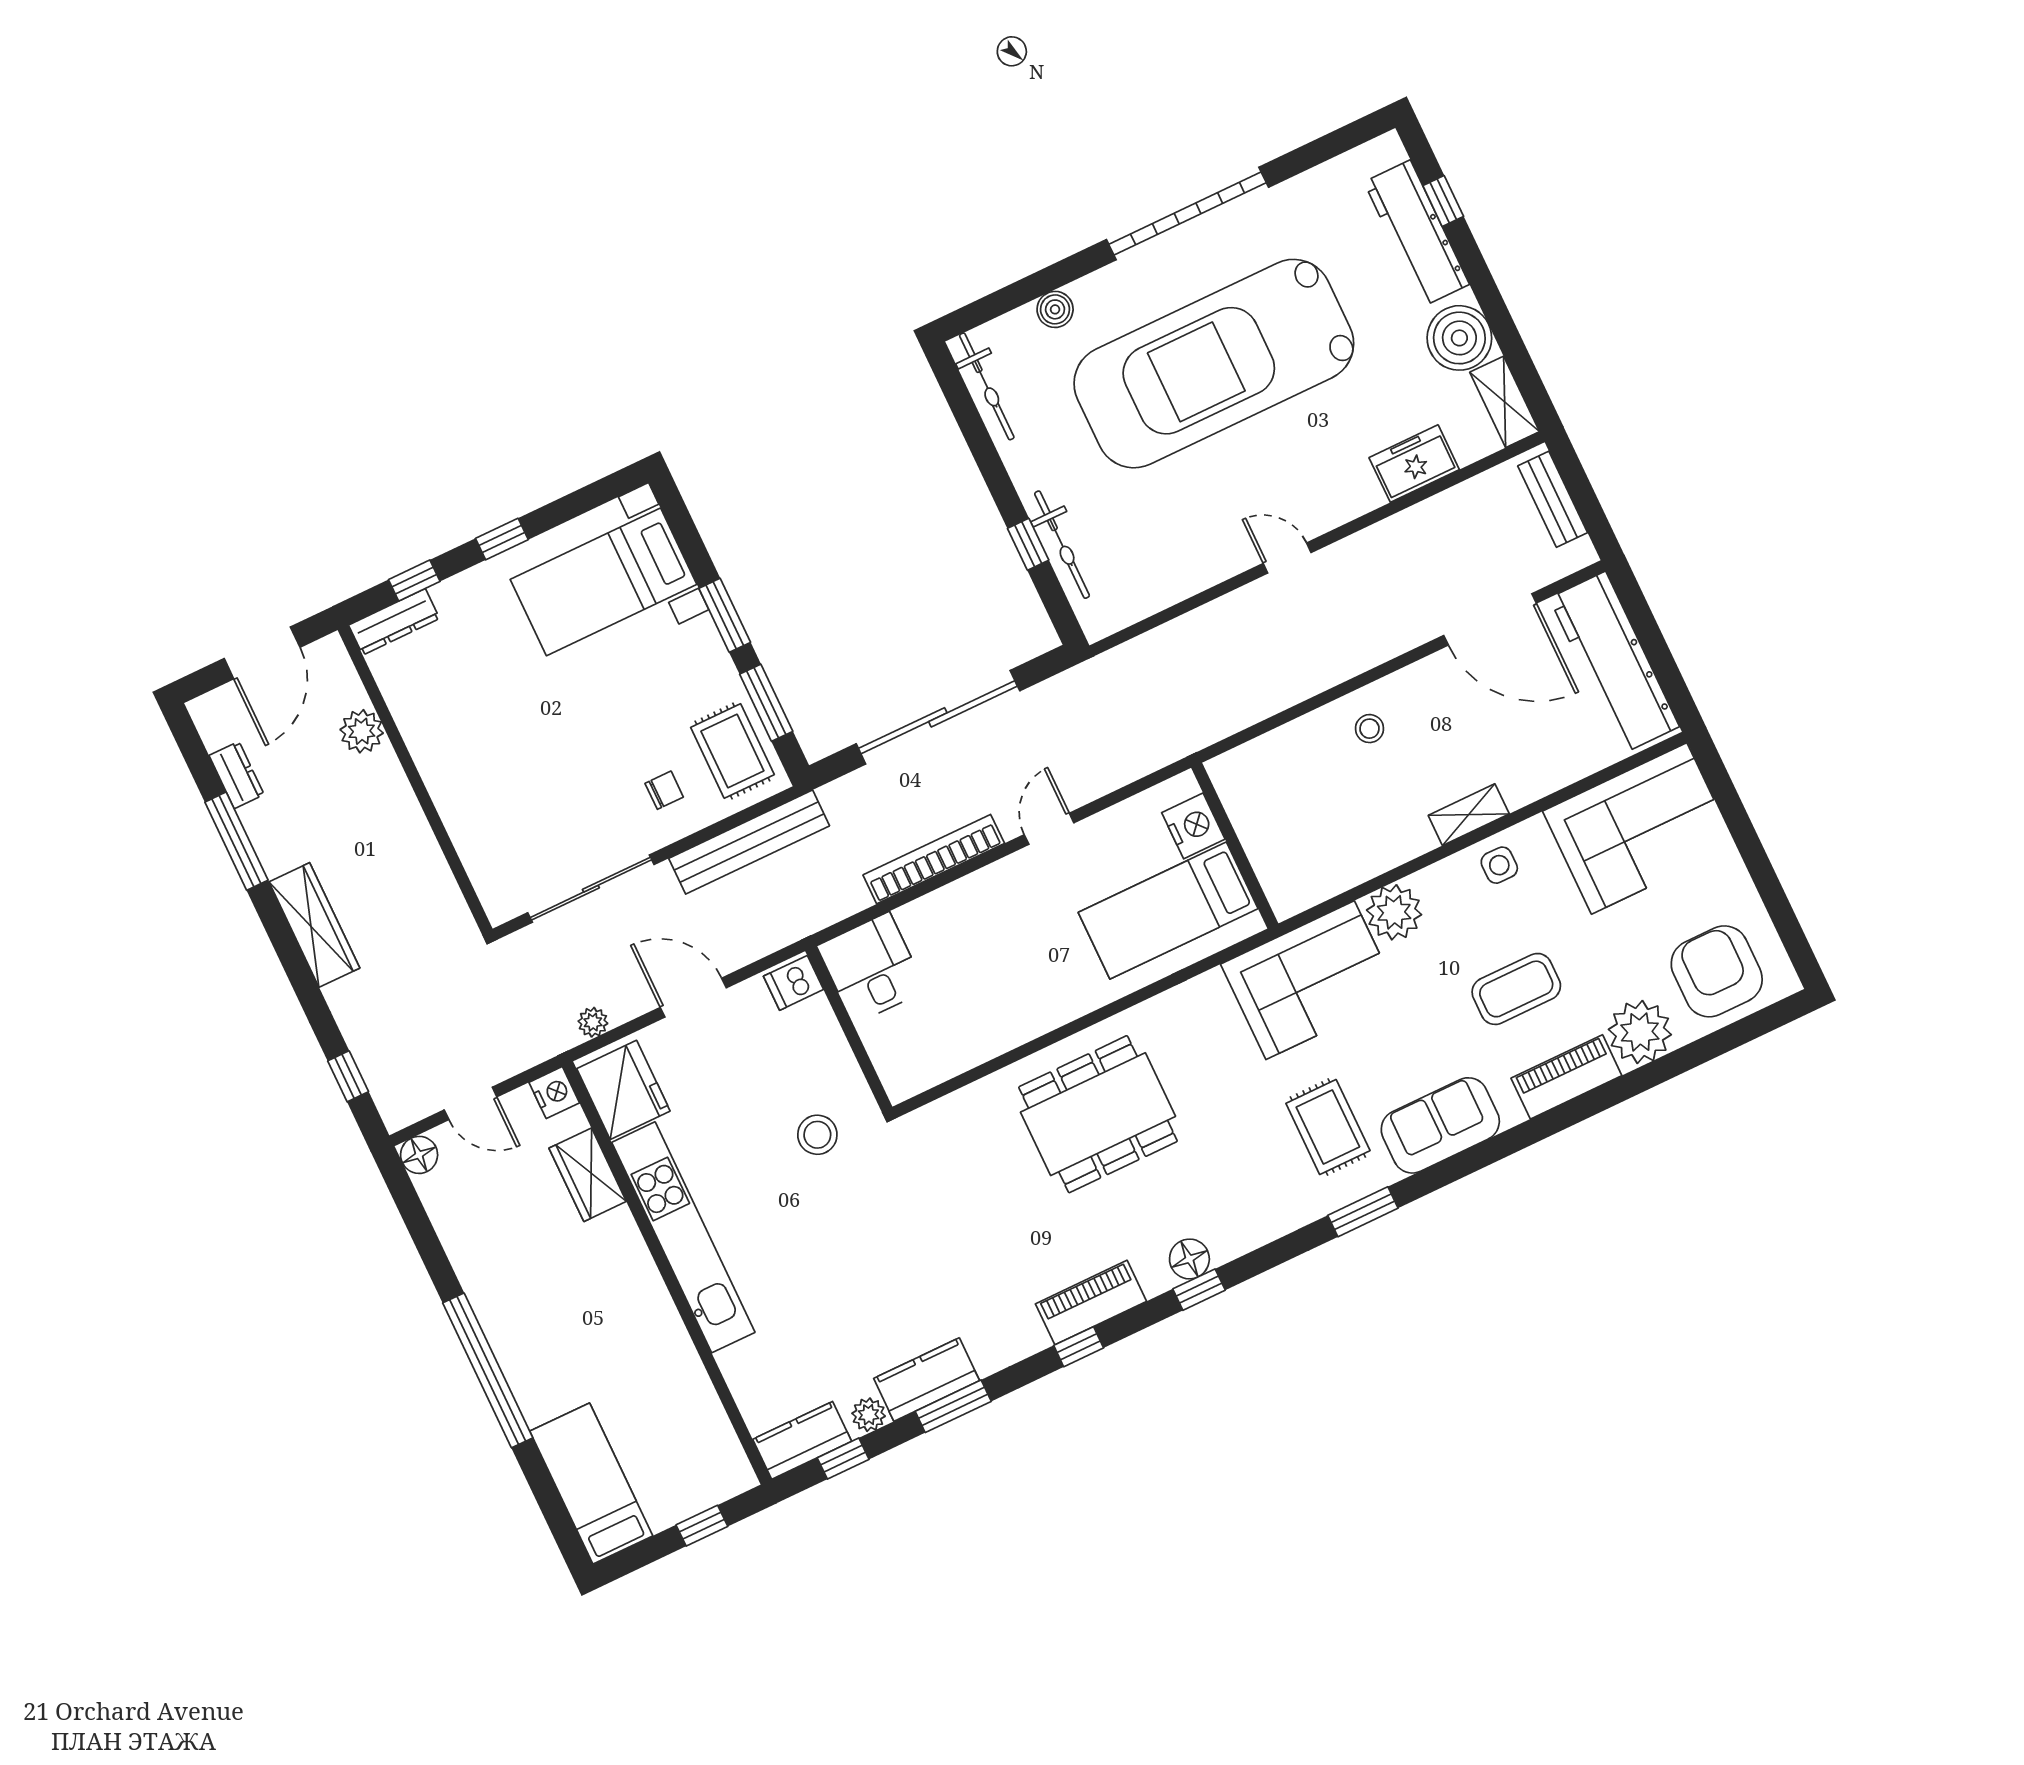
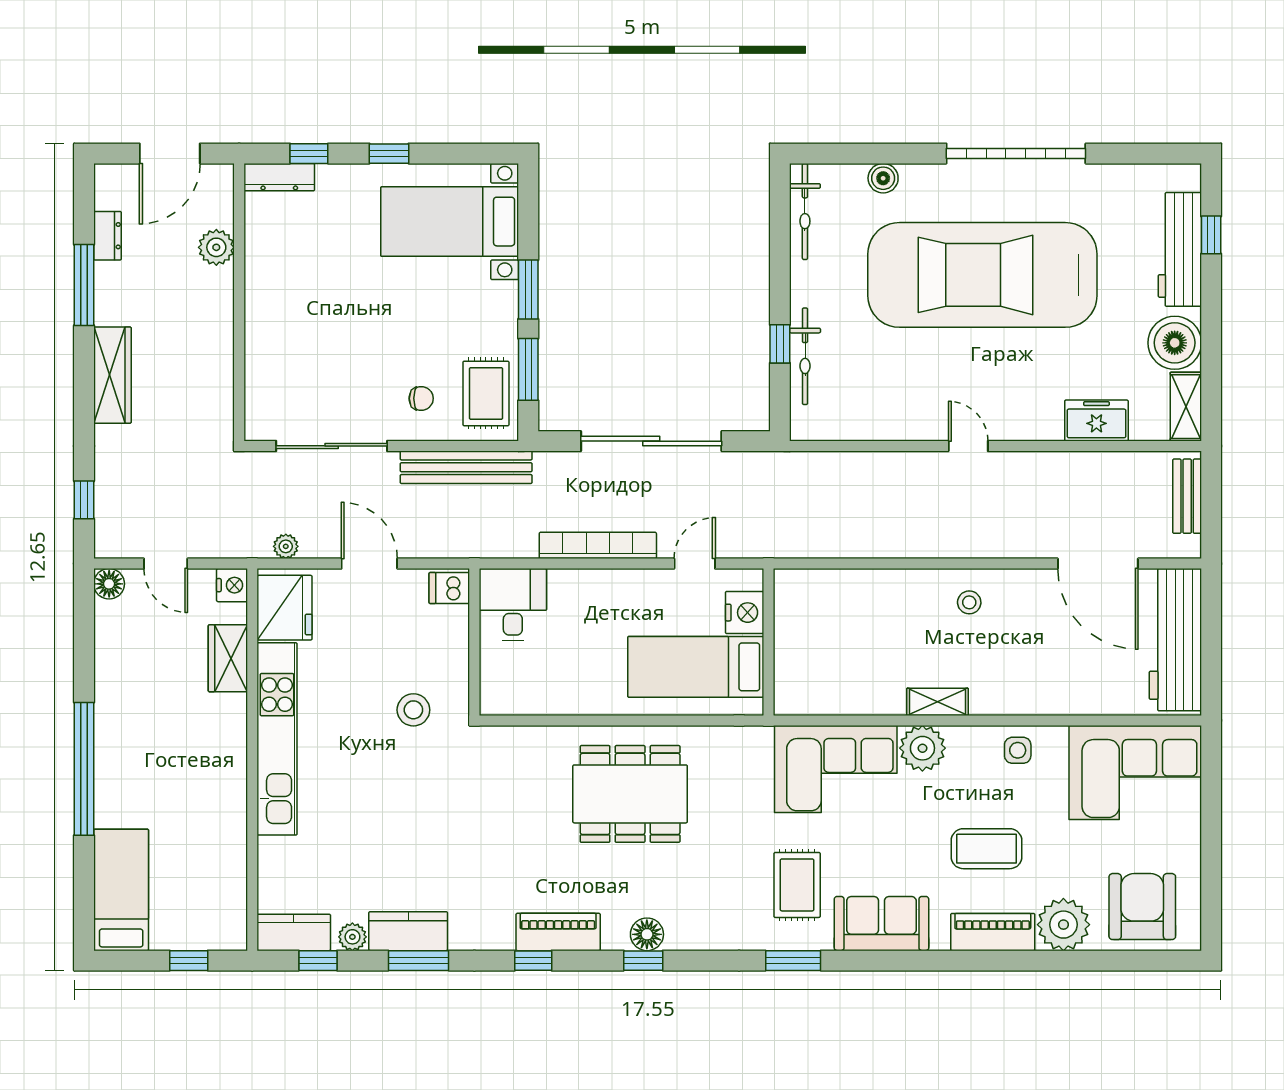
shelving: (1469, 815) -> (937, 702), moved
nightstand: (1193, 826) -> (745, 613), moved
wall: (1235, 846) -> (768, 642), moved
bed: (1168, 911) -> (696, 667), moved

